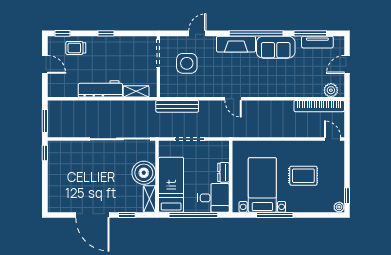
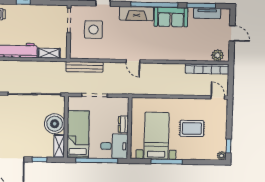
door: (347, 64) -> (232, 33), swing flipped

